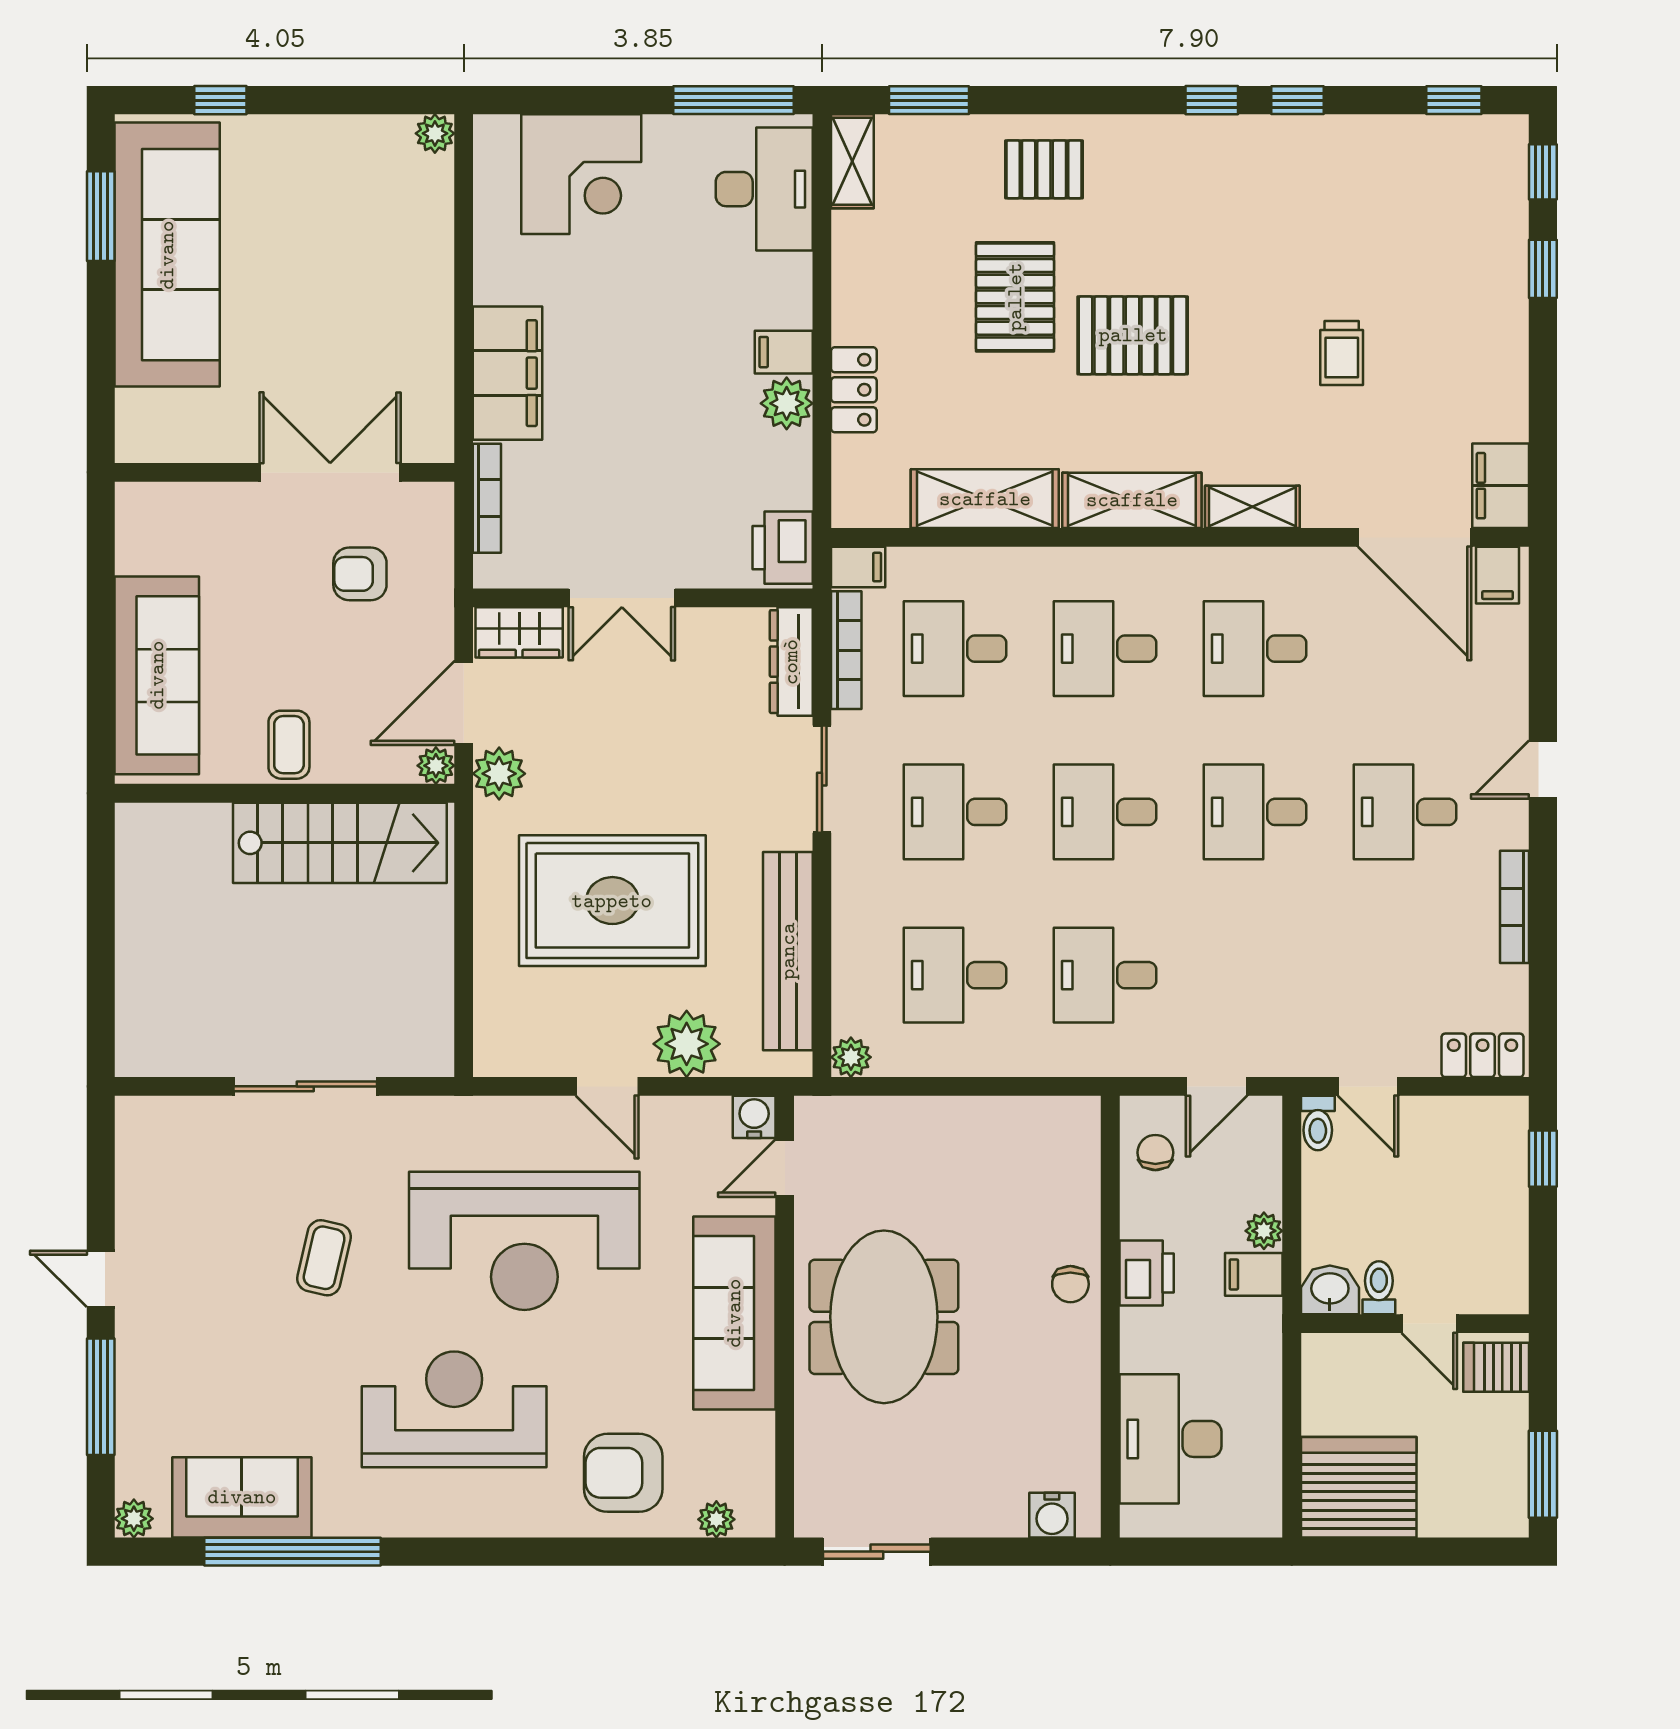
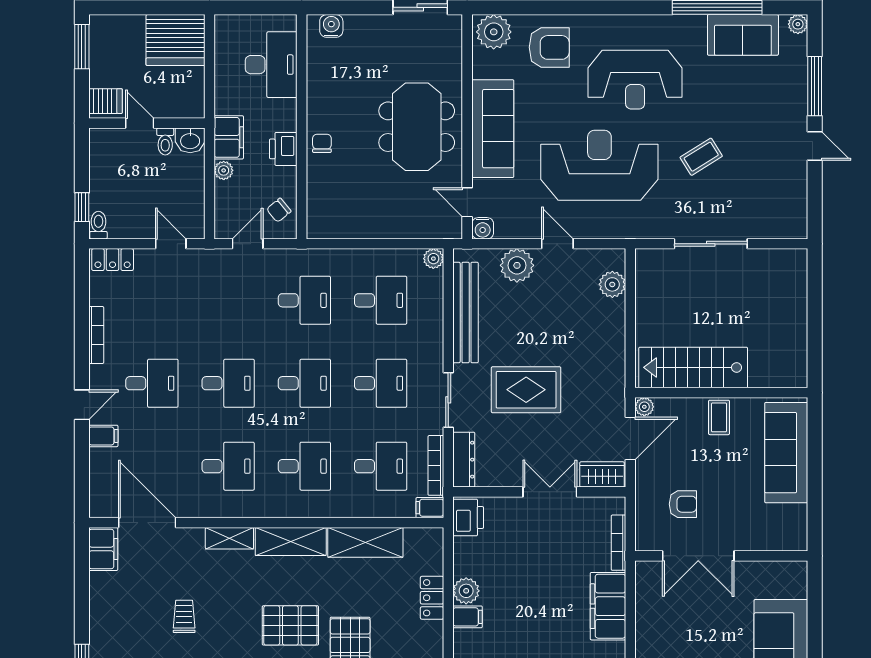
filing cabinet: (1498, 575) -> (103, 436), moved, turned 90
plant: (499, 774) -> (612, 284), moved
rug: (612, 901) -> (526, 390), moved, width x0.73, depth x0.69
toilet: (1318, 1123) -> (98, 225), moved
chair: (1155, 1153) -> (279, 210), turned 51
door: (785, 1168) -> (467, 202), swing flipped
coffee table: (324, 1258) -> (701, 157), turned 45
filing cabinet: (1254, 1274) -> (229, 137), width x2.00
plant: (716, 1519) -> (494, 32), width x1.88, depth x1.88

